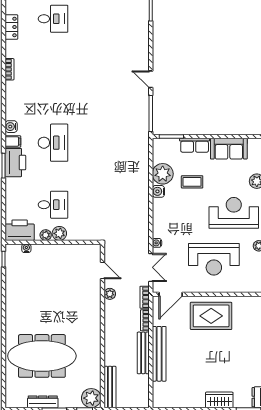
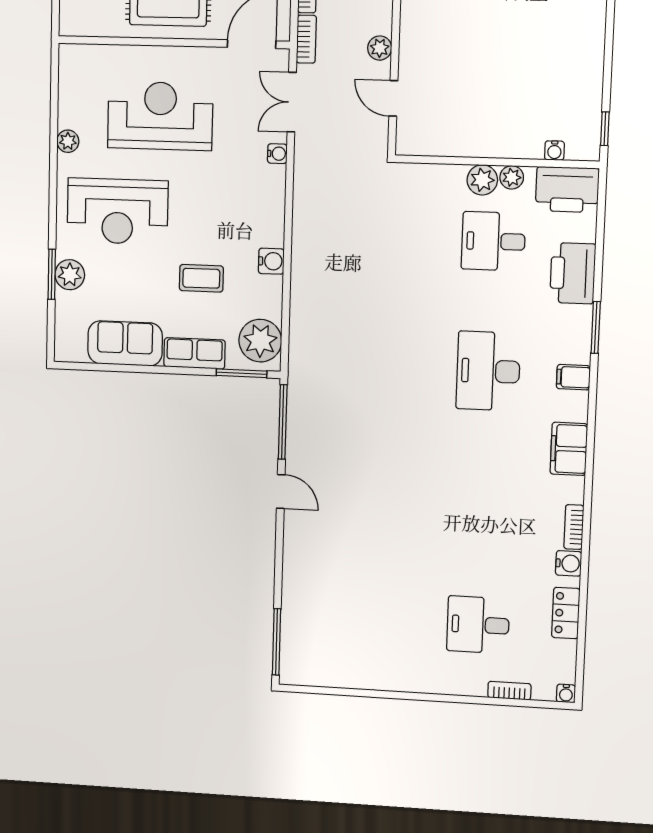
filing cabinet: (13, 107) -> (569, 449), added
water cooler: (11, 127) -> (569, 563), moved
printer: (15, 163) -> (573, 273), moved
plant: (163, 174) -> (260, 341), moved

